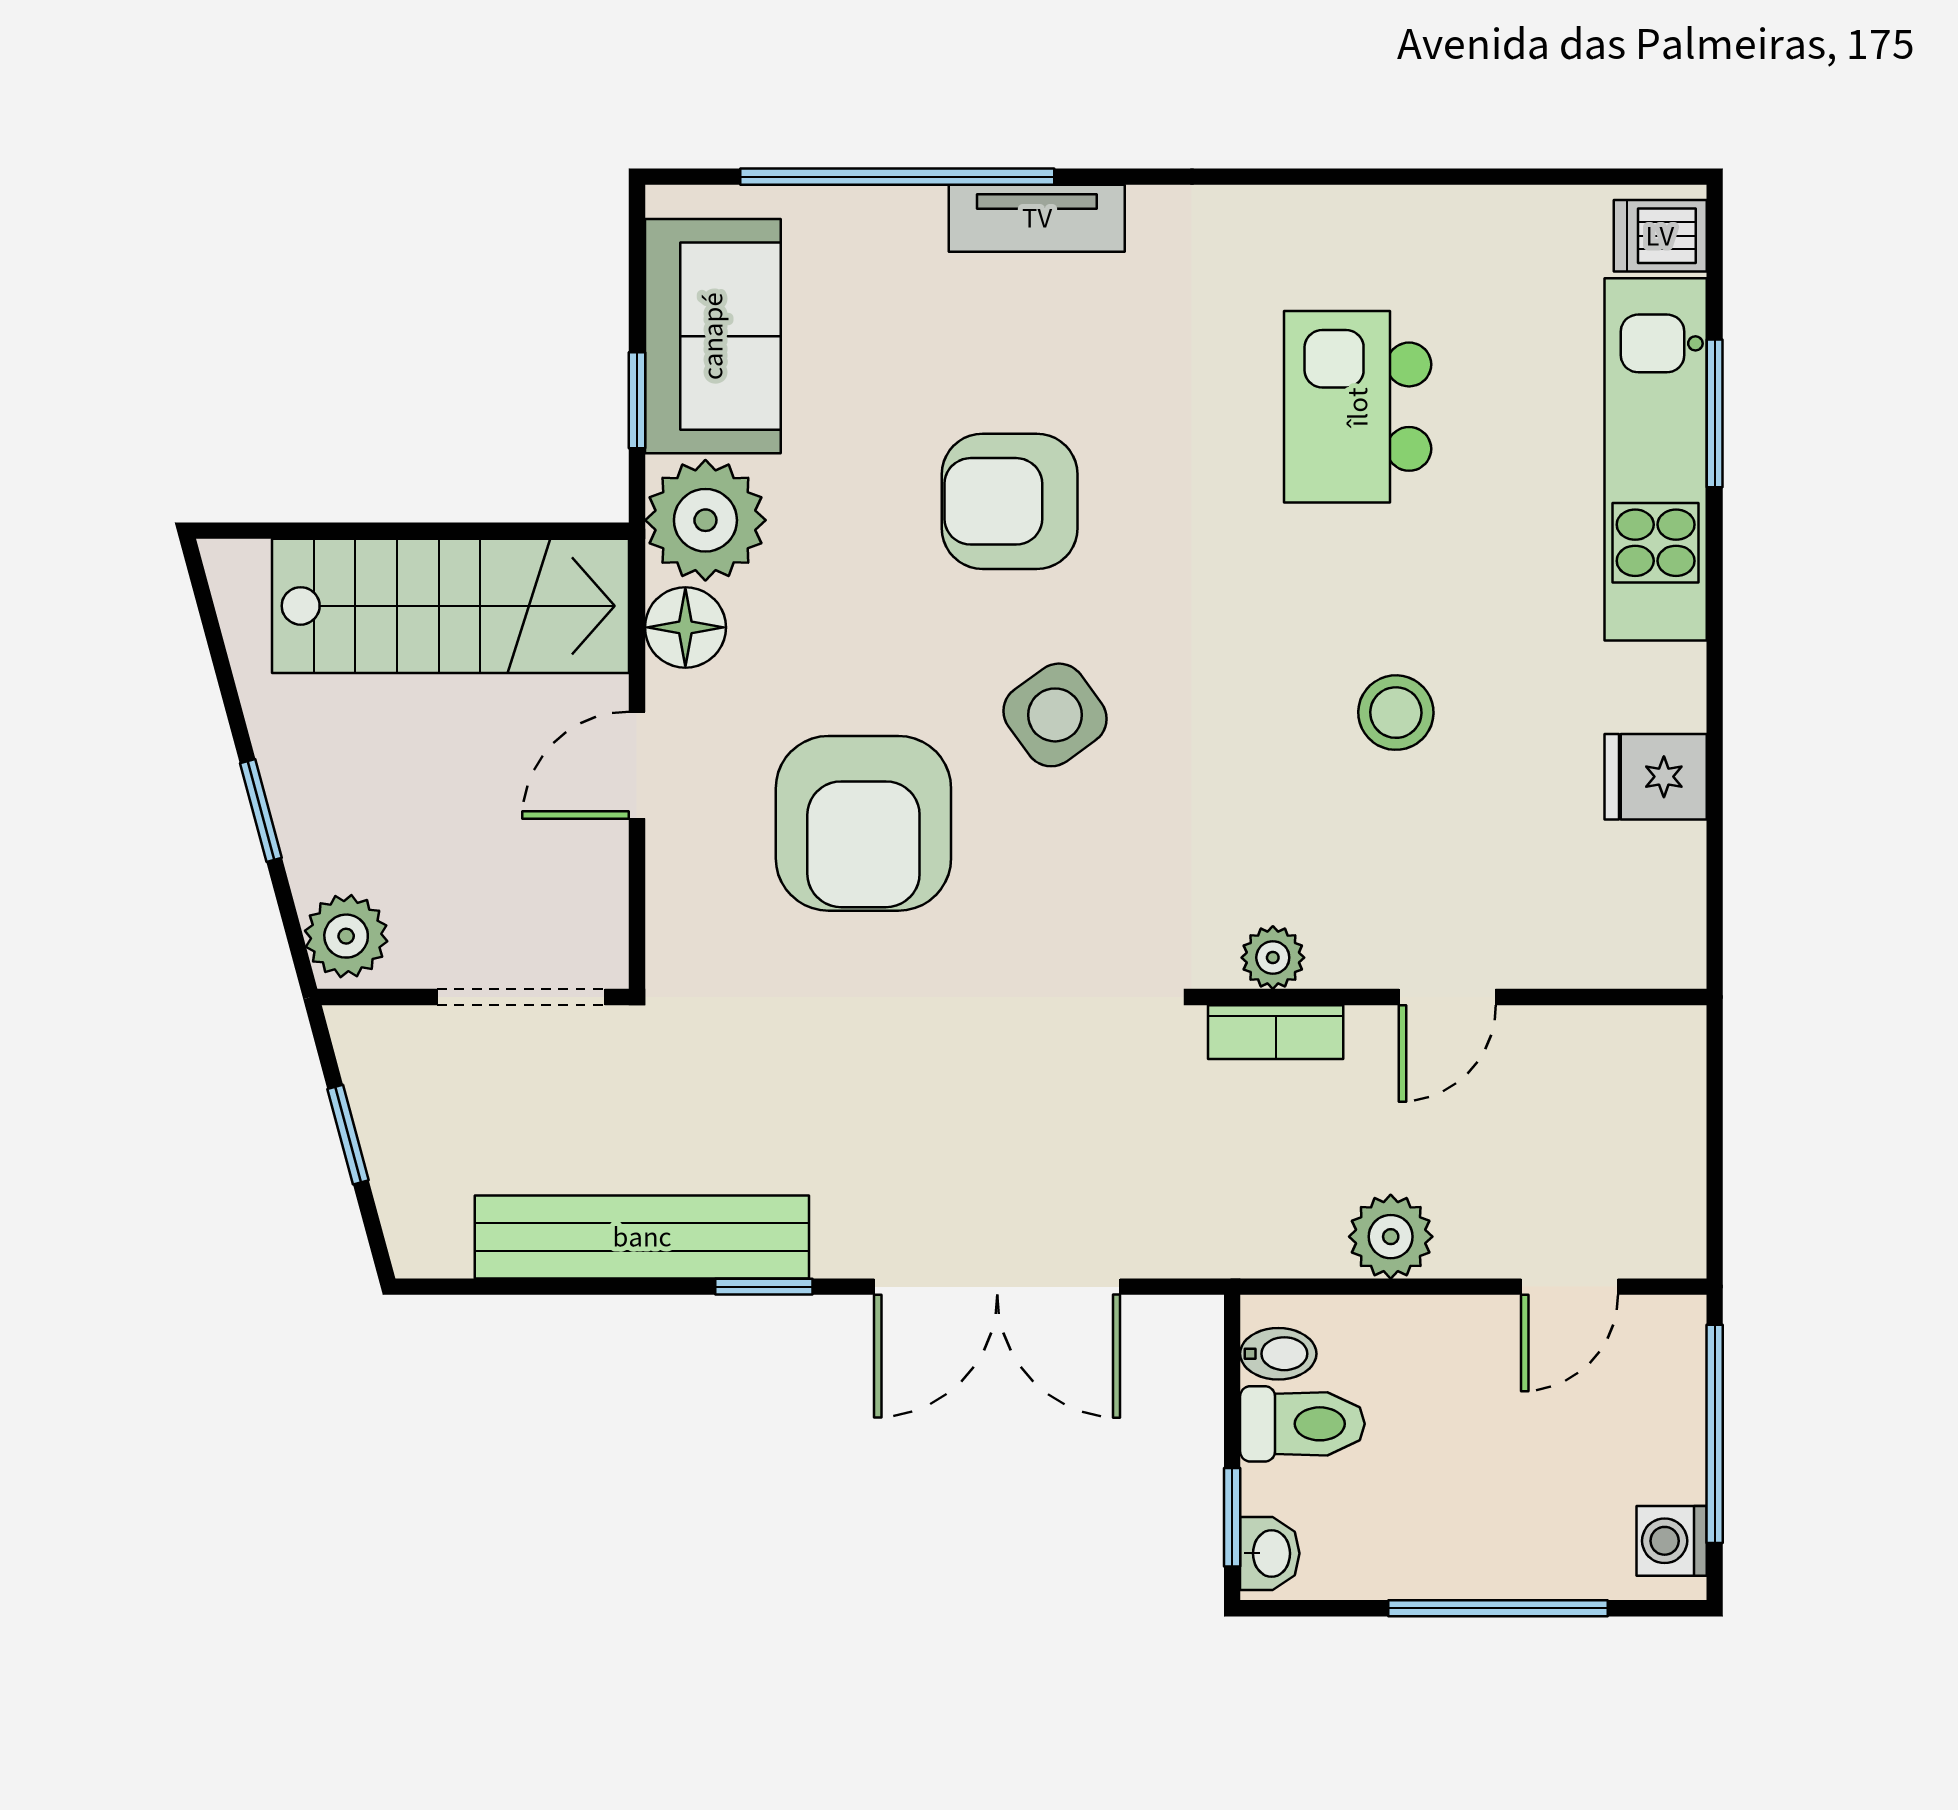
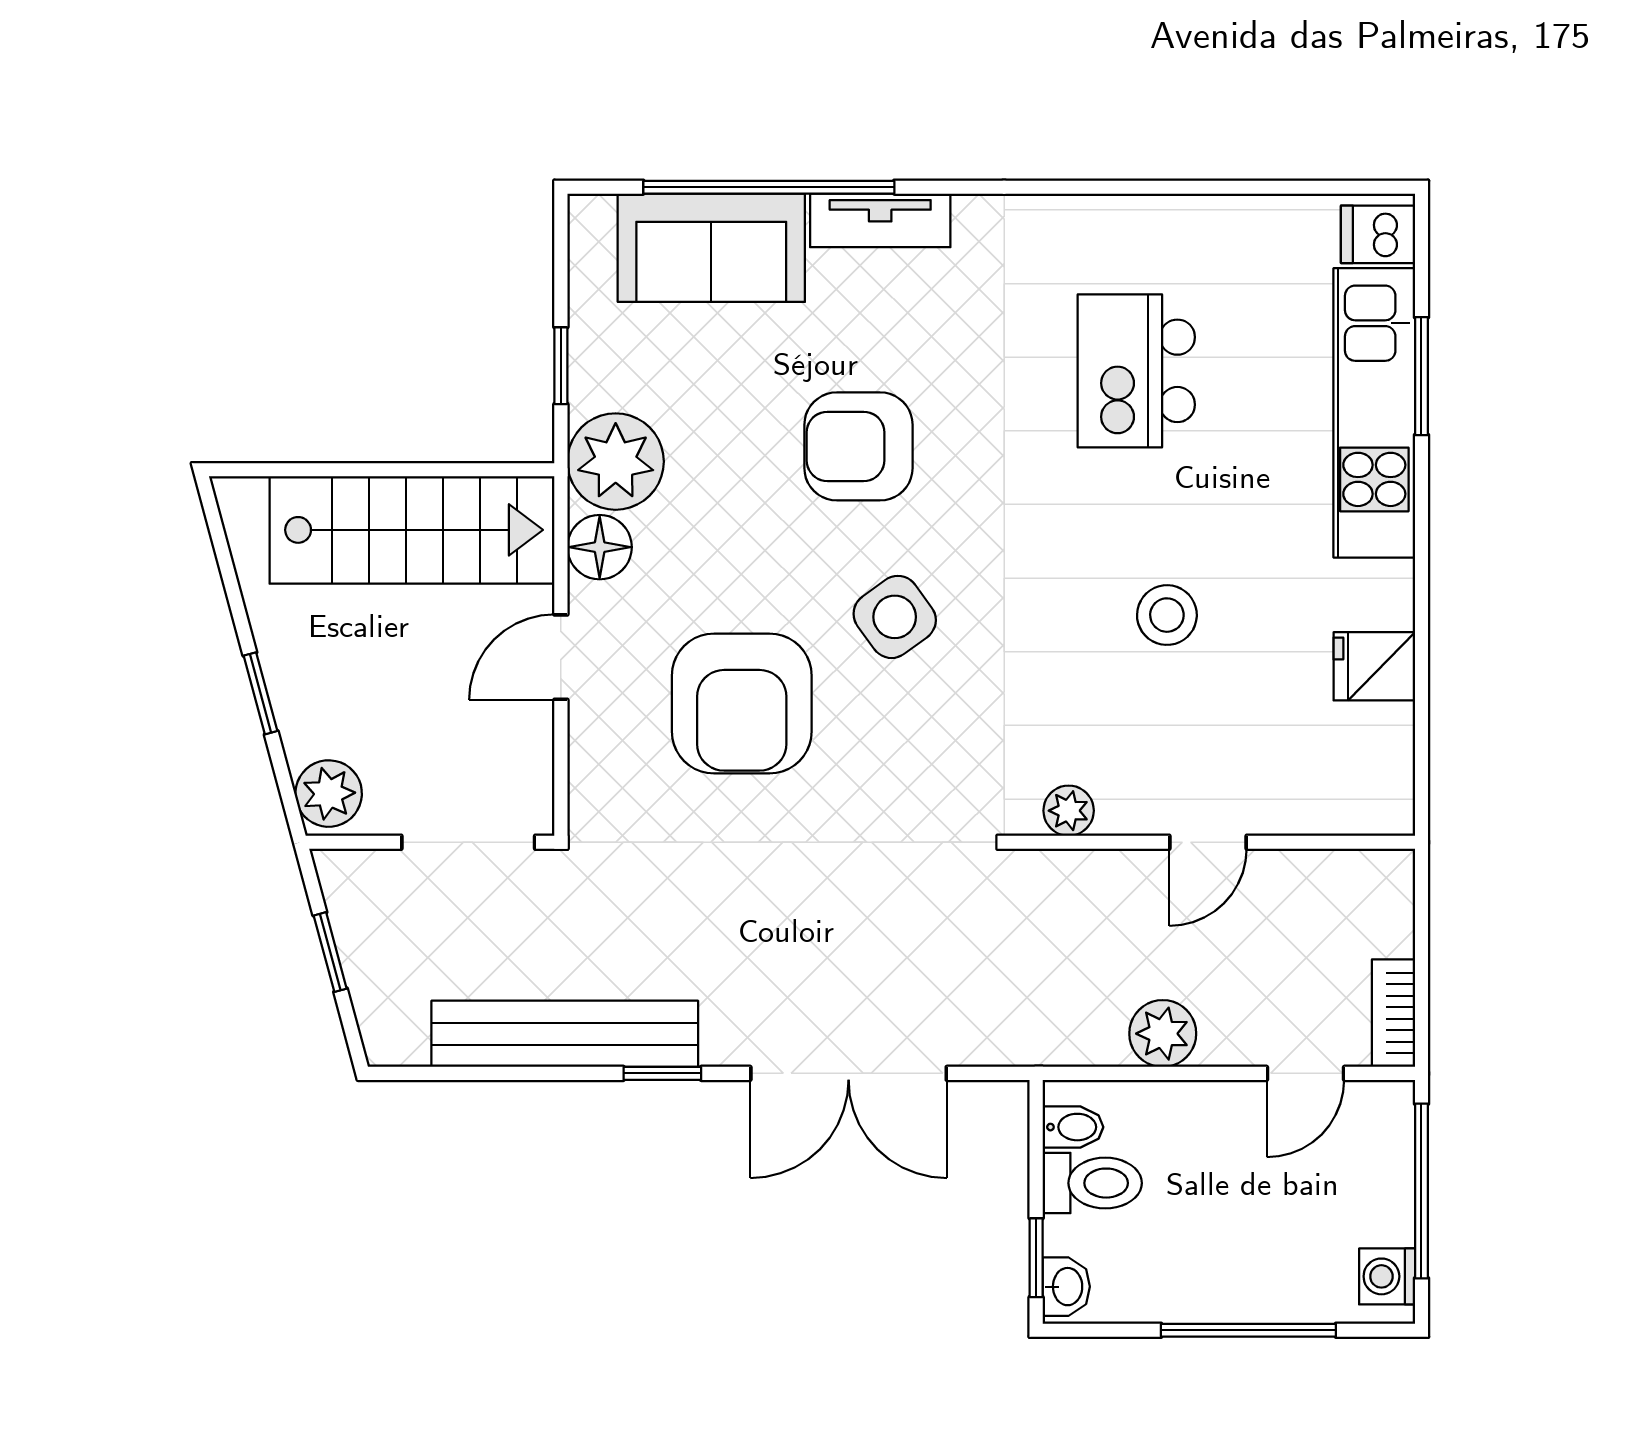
sofa: (713, 336) -> (711, 248), moved, turned 90
bookcase: (1276, 1032) -> (1394, 1013), moved, turned 90

